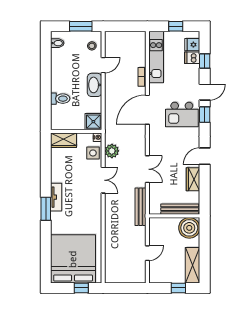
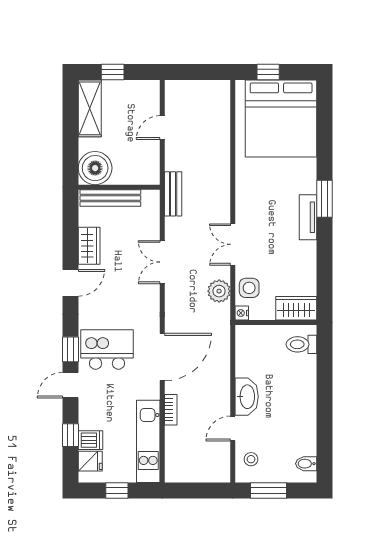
toilet: (60, 99) -> (301, 344), moved
shower: (93, 122) -> (249, 338), removed
bench: (141, 207) -> (173, 194), width x0.73

